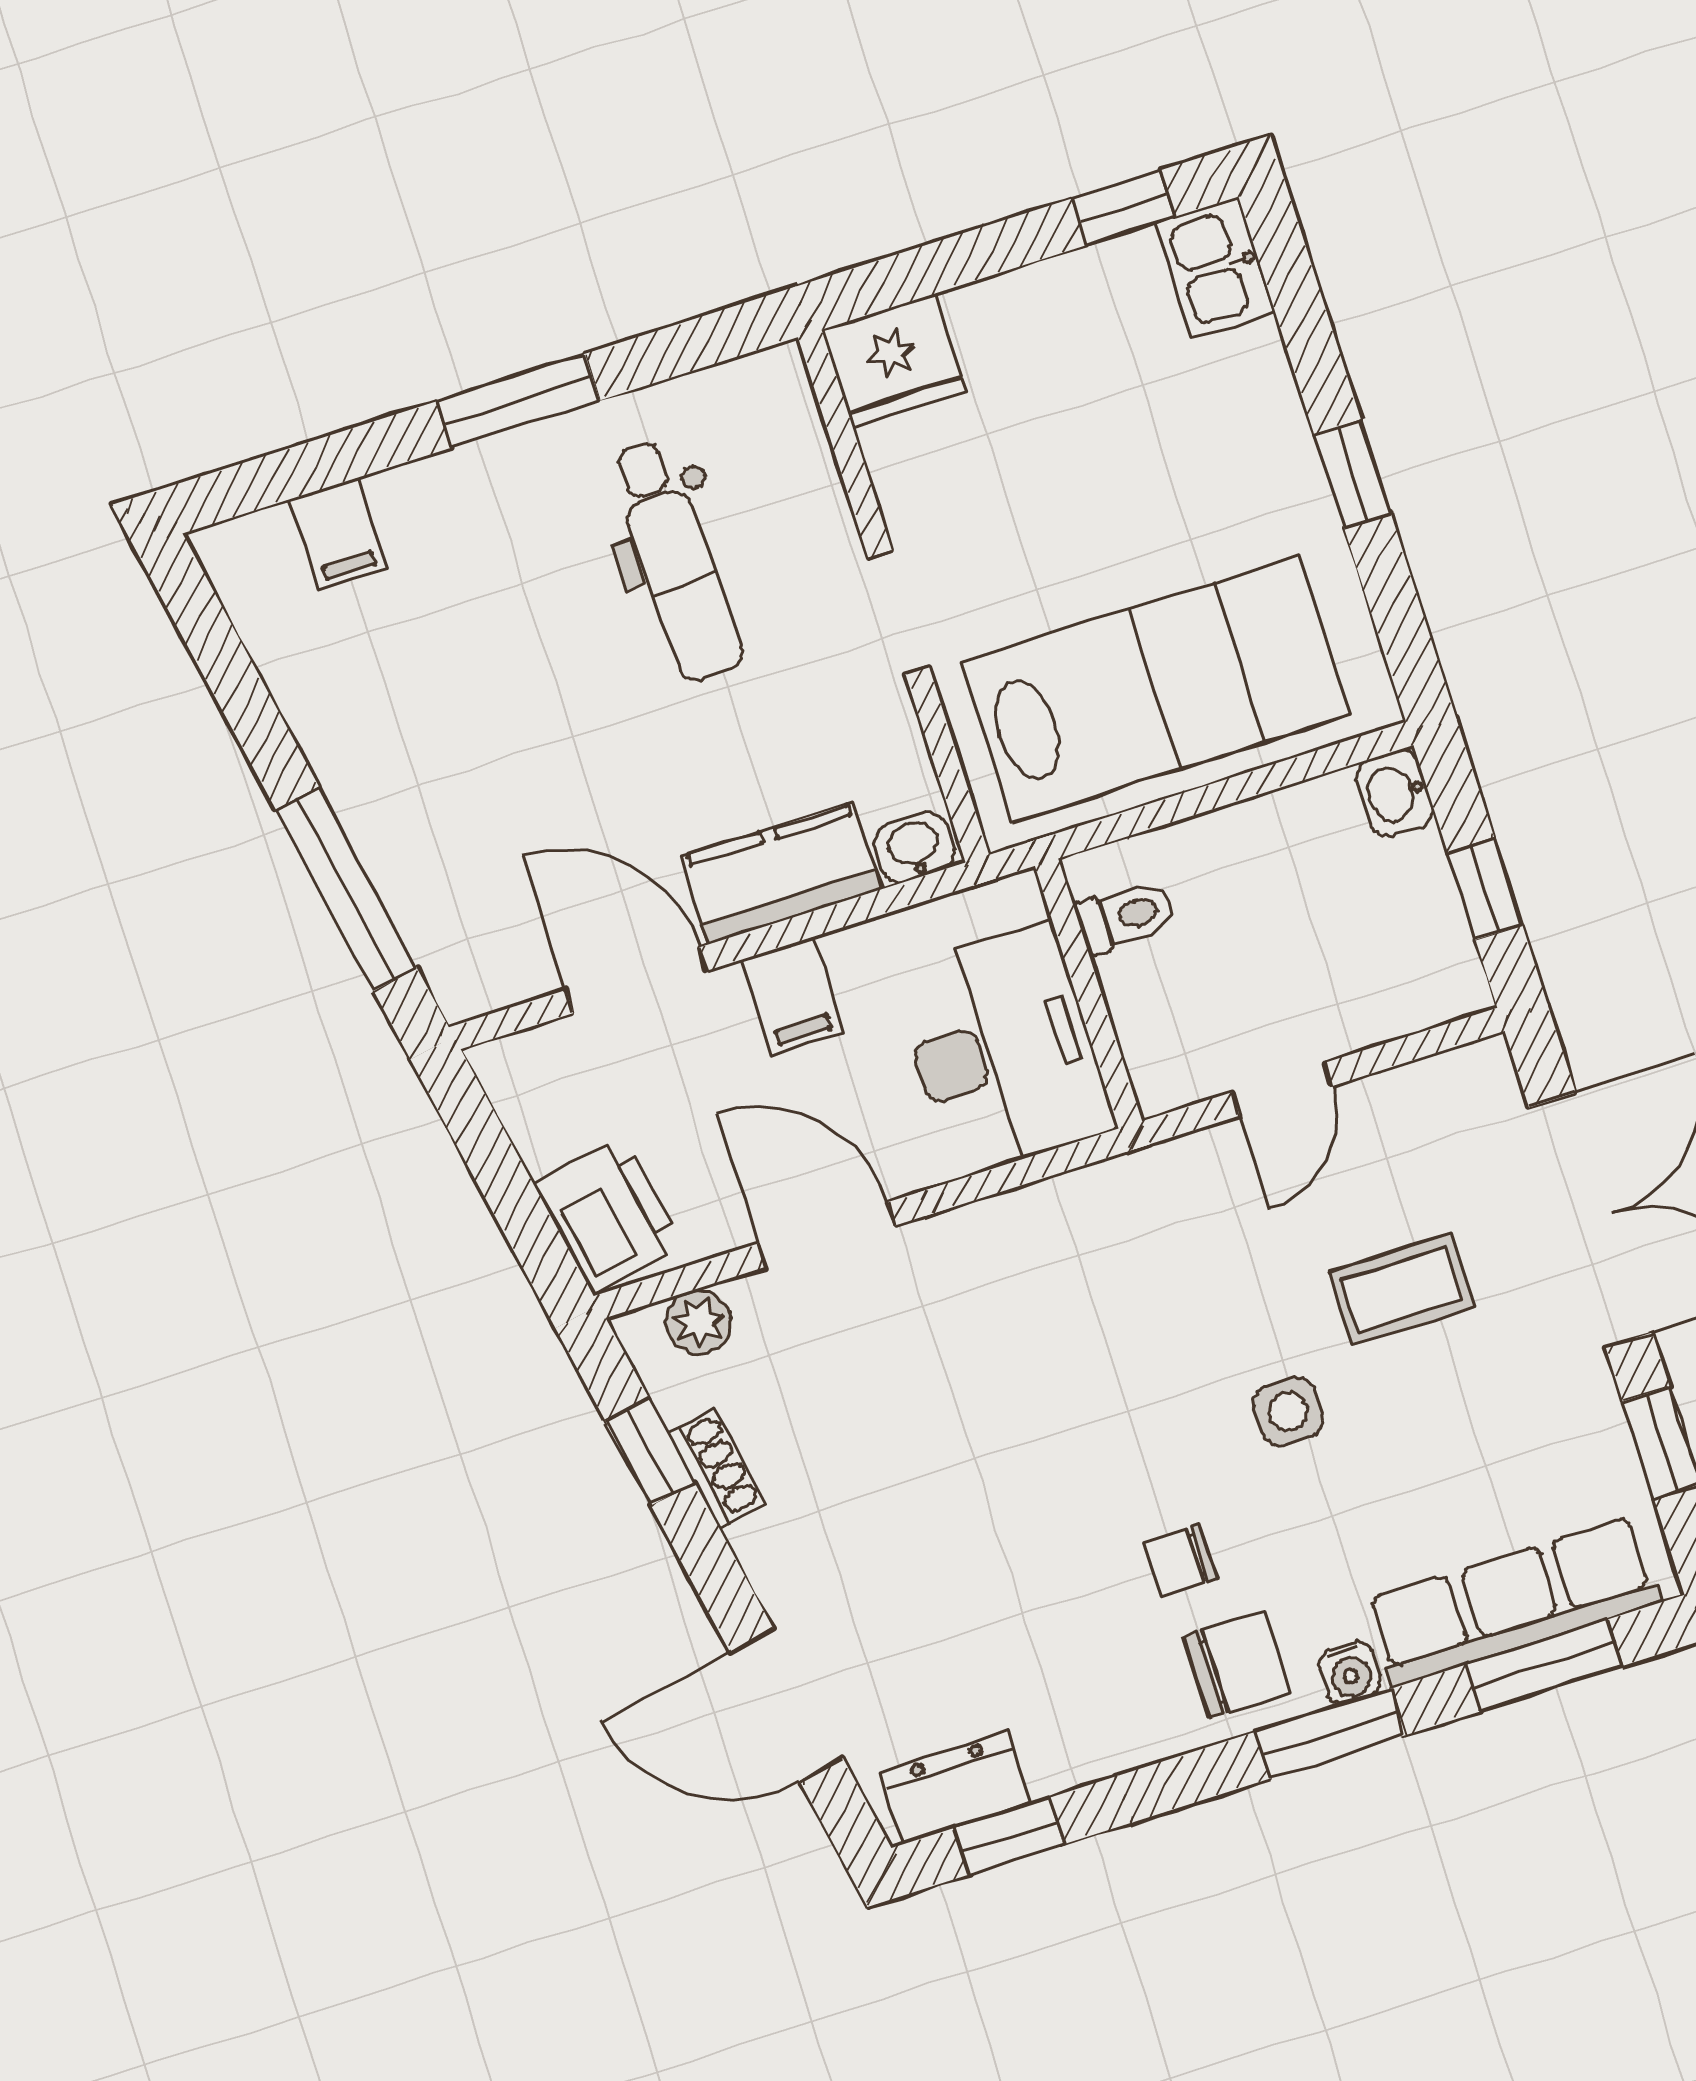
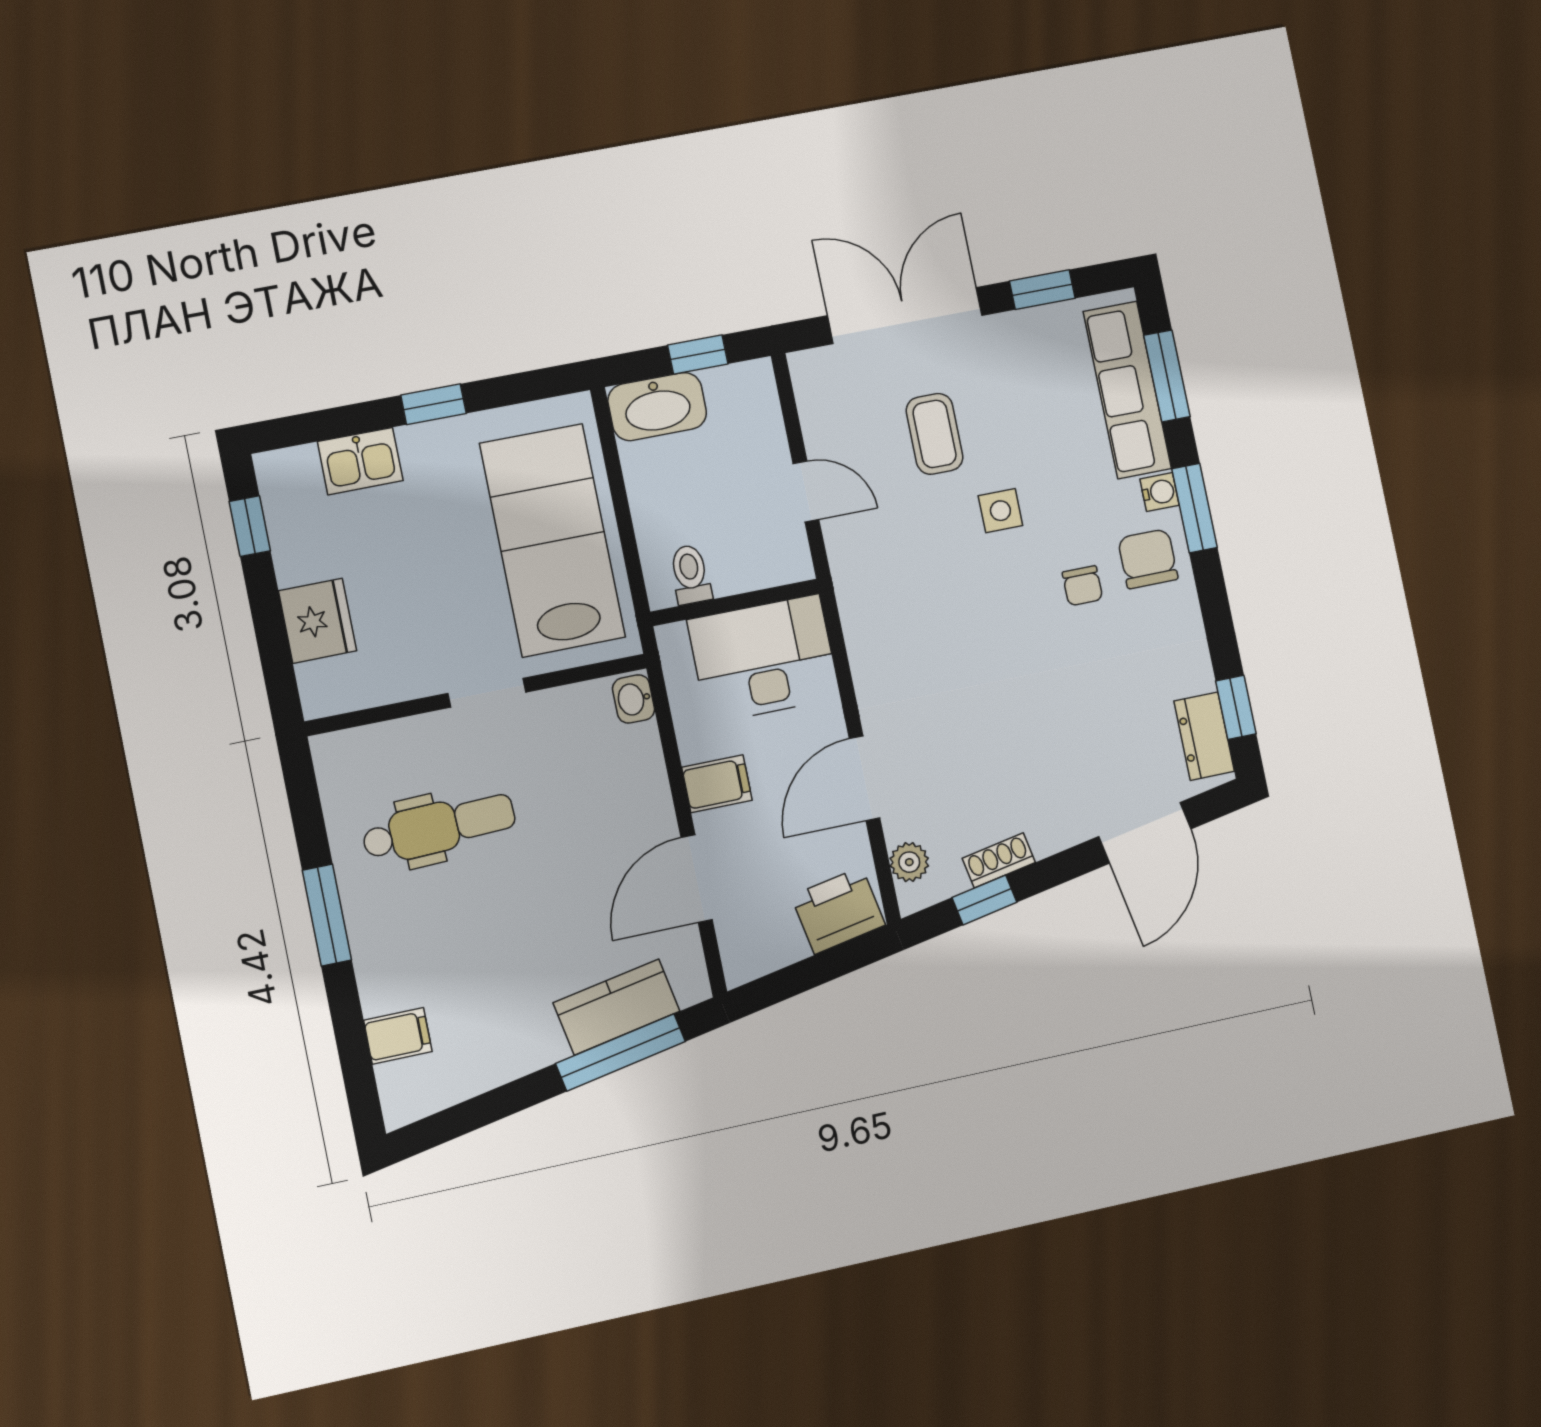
kitchen sink: (1215, 268) -> (360, 461), moved
fridge: (894, 360) -> (318, 621), moved
washbasin: (1395, 793) -> (657, 407), width x1.91, depth x1.45
kitchen counter: (781, 874) -> (617, 1007), moved, turned 79

